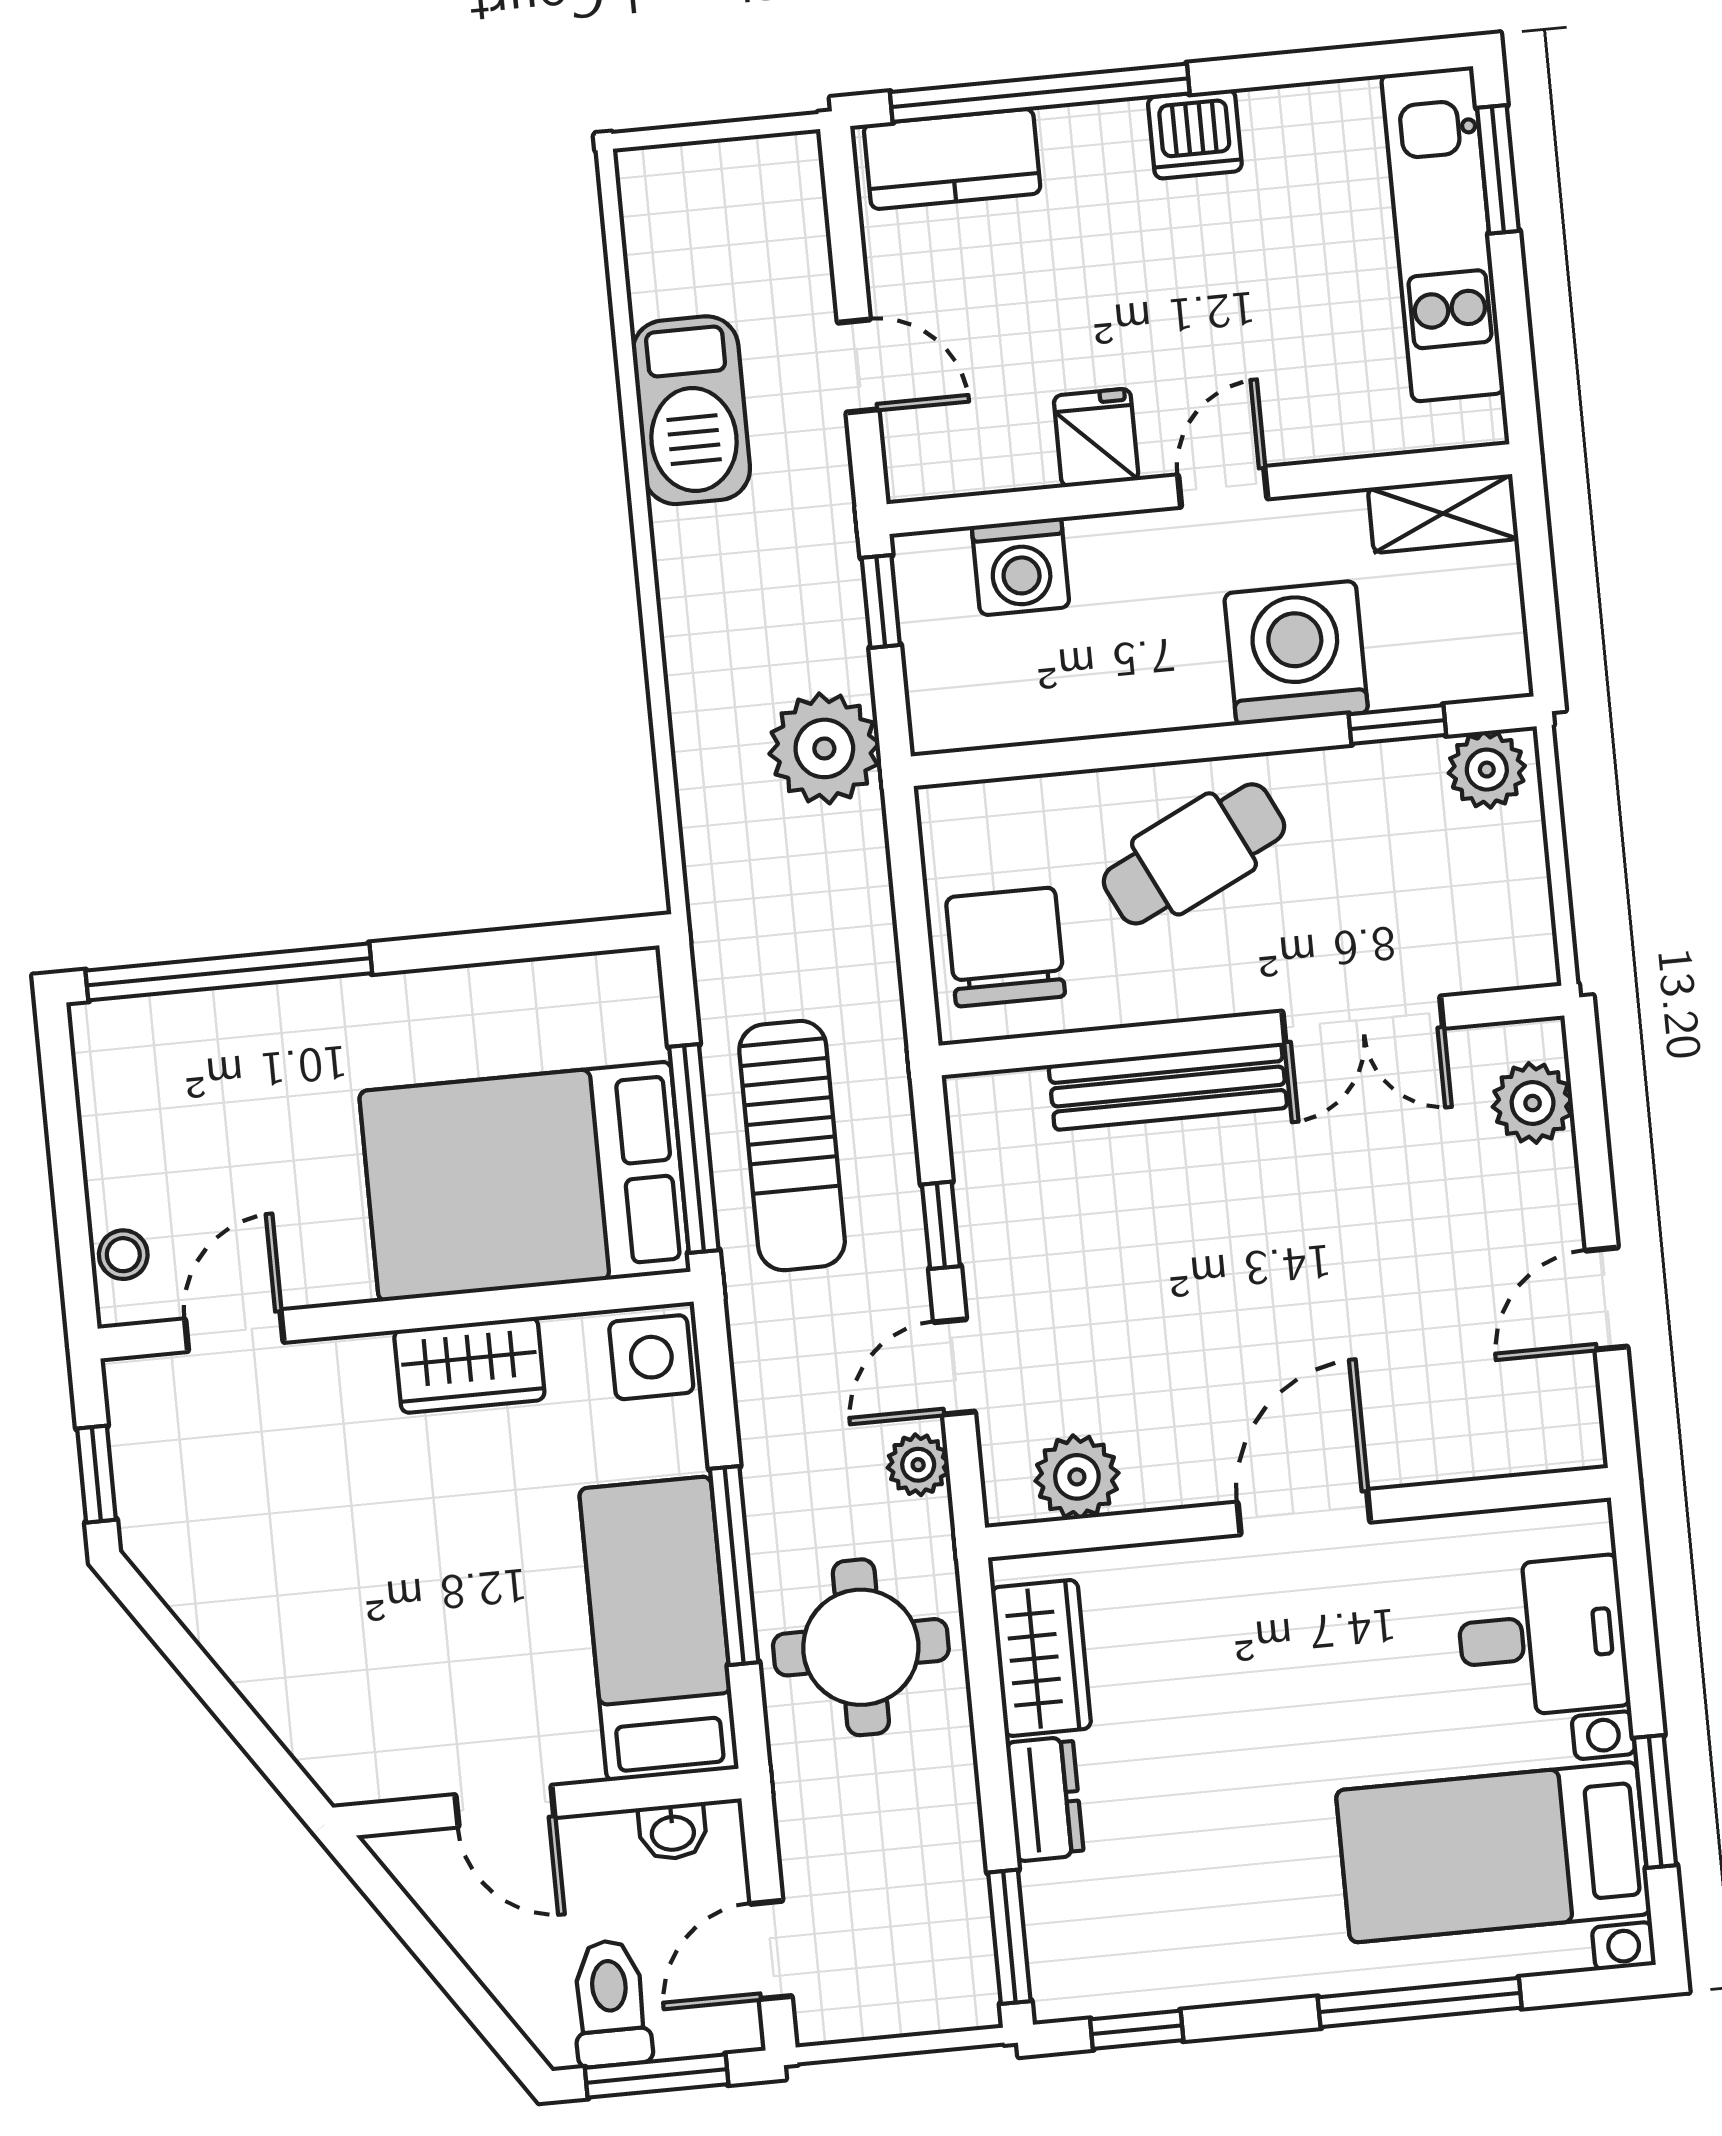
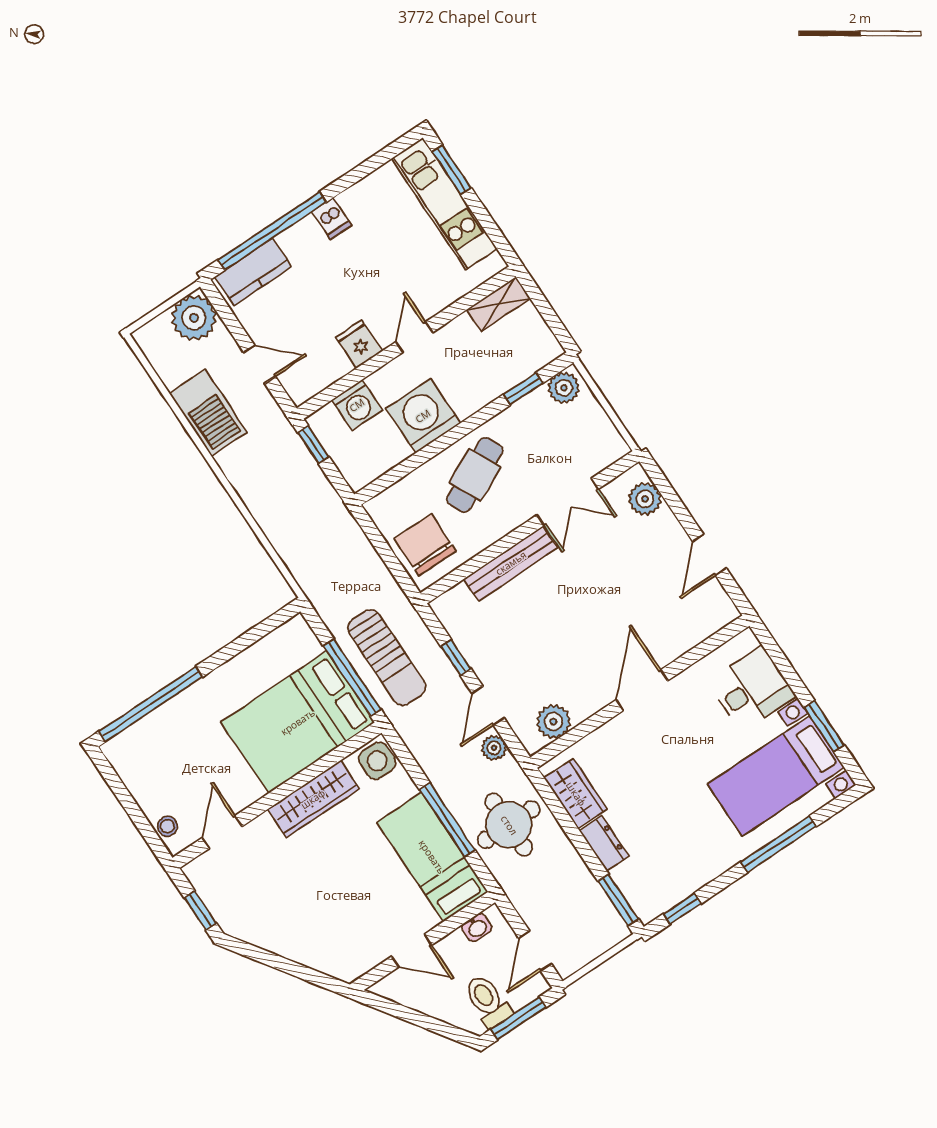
dishwasher: (1195, 134) -> (332, 219), width x0.73
washing machine: (1296, 653) -> (423, 416), moved
plant: (824, 748) -> (194, 318), moved
wardrobe: (469, 1365) -> (313, 799), width x1.50

